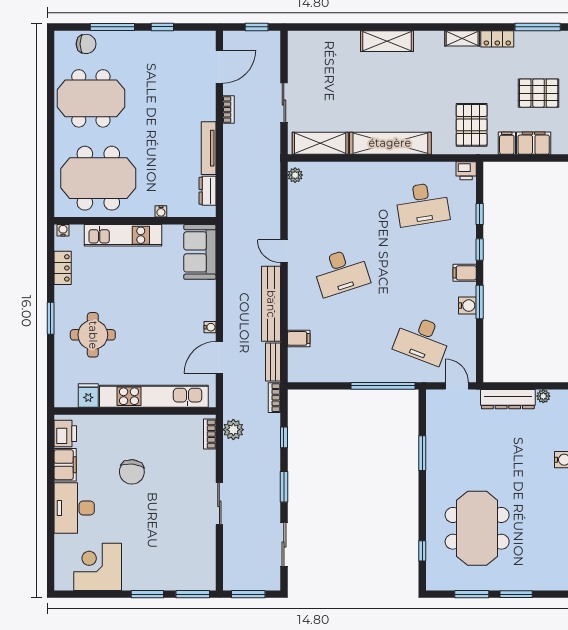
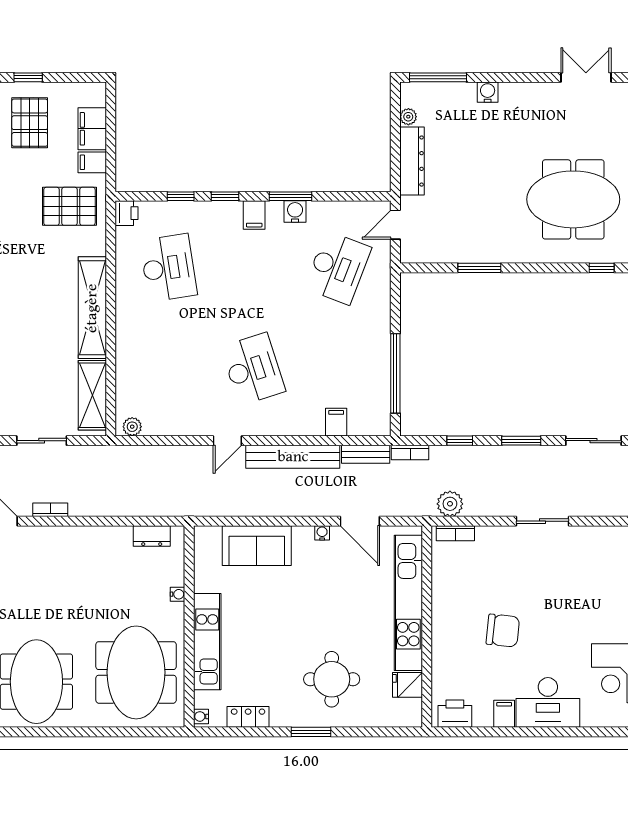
tv unit: (209, 148) -> (98, 535), removed
sofa: (200, 252) -> (257, 546), moved
window: (383, 386) -> (395, 373), moved
filing cabinet: (65, 465) -> (504, 714), width x0.50

